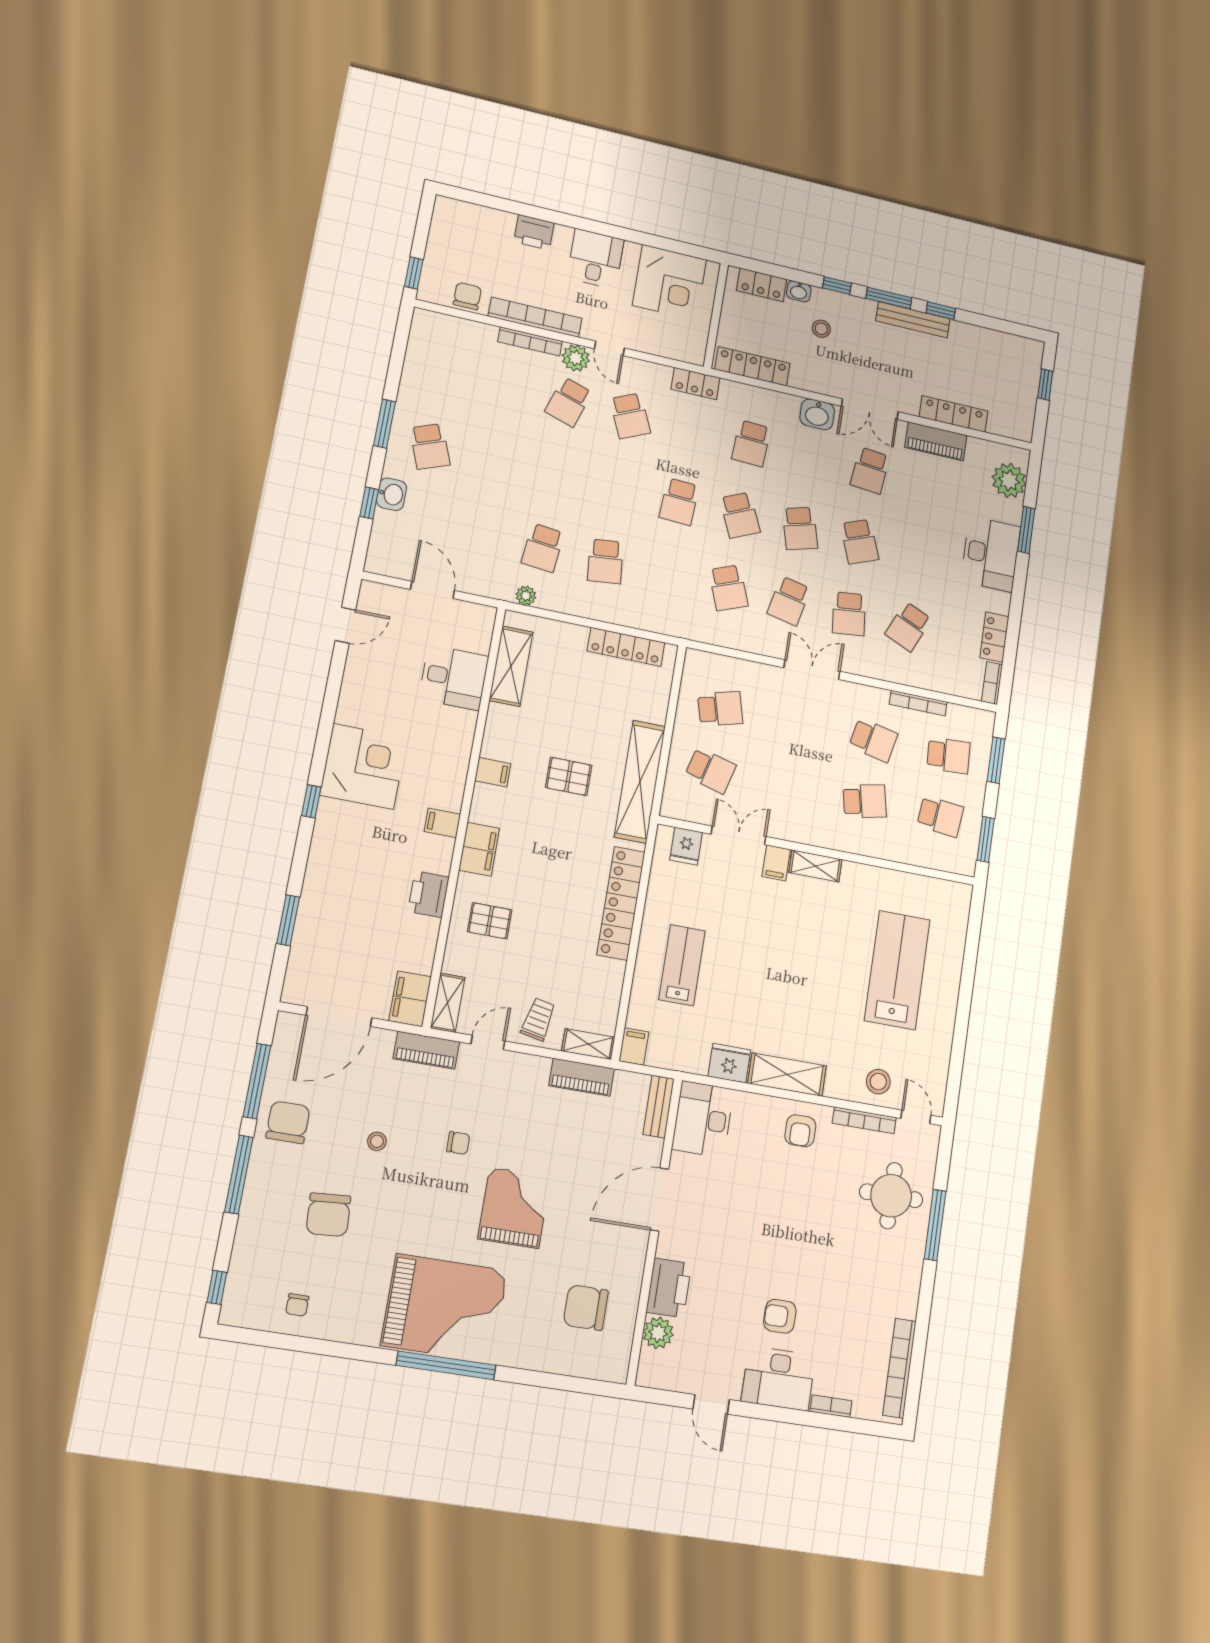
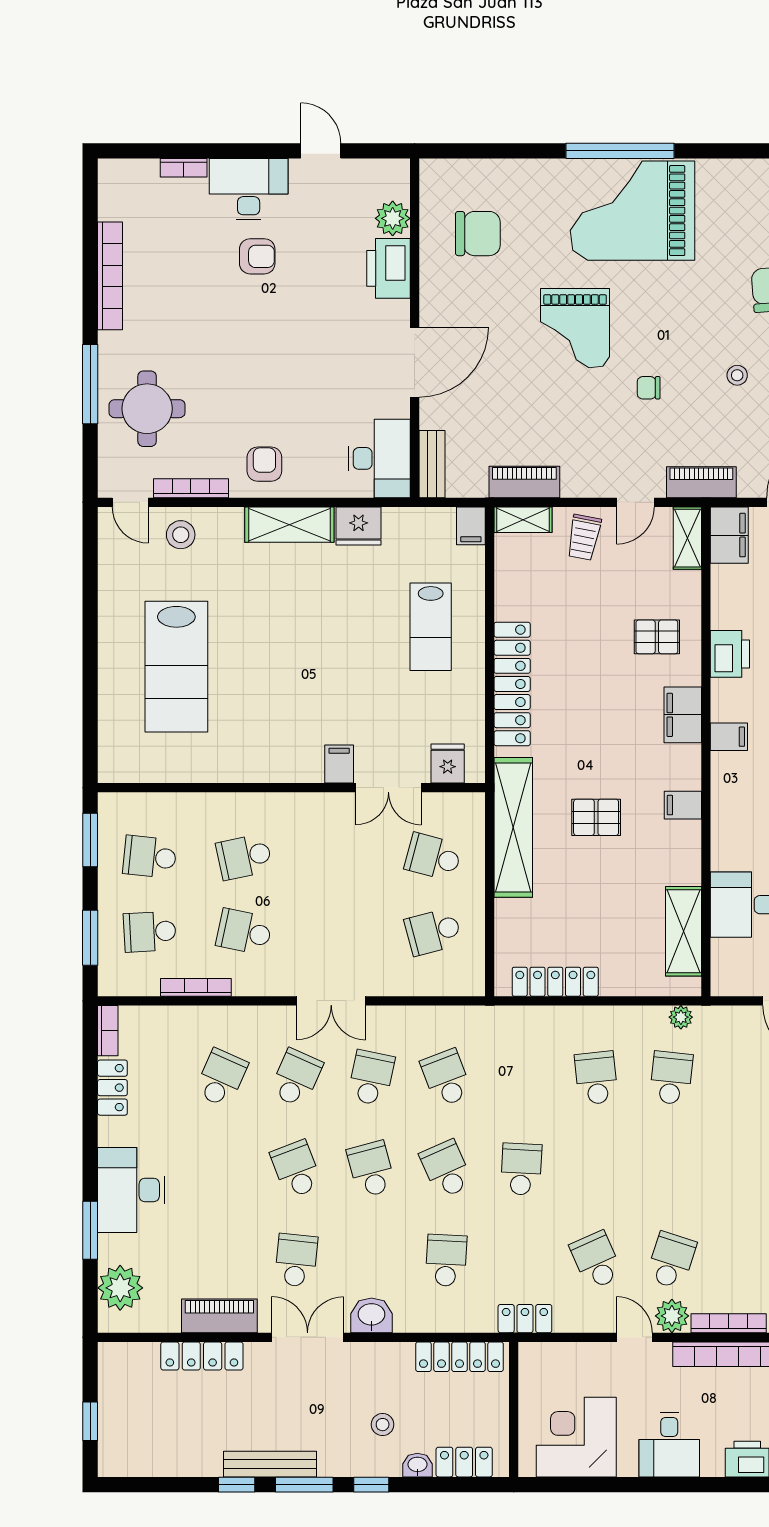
school desk: (849, 614) -> (296, 1078), turned 30
shelving: (815, 866) -> (292, 769), removed
bookcase: (899, 1368) -> (110, 276), moved

